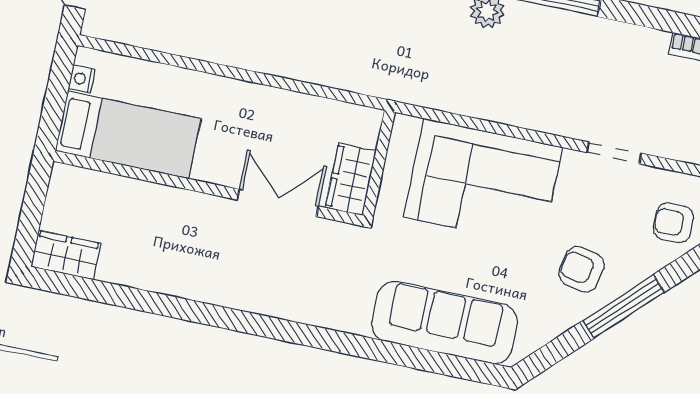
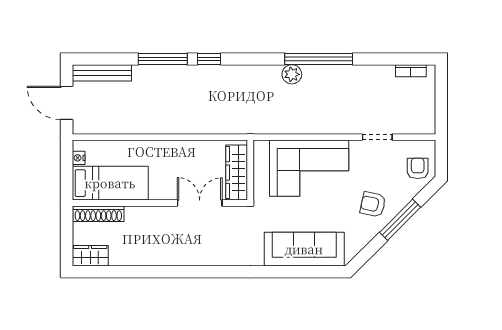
wardrobe: (351, 179) -> (237, 173), width x1.50
shoe rack: (96, 184) -> (98, 214), added
armchair: (673, 223) -> (418, 168), turned 90

